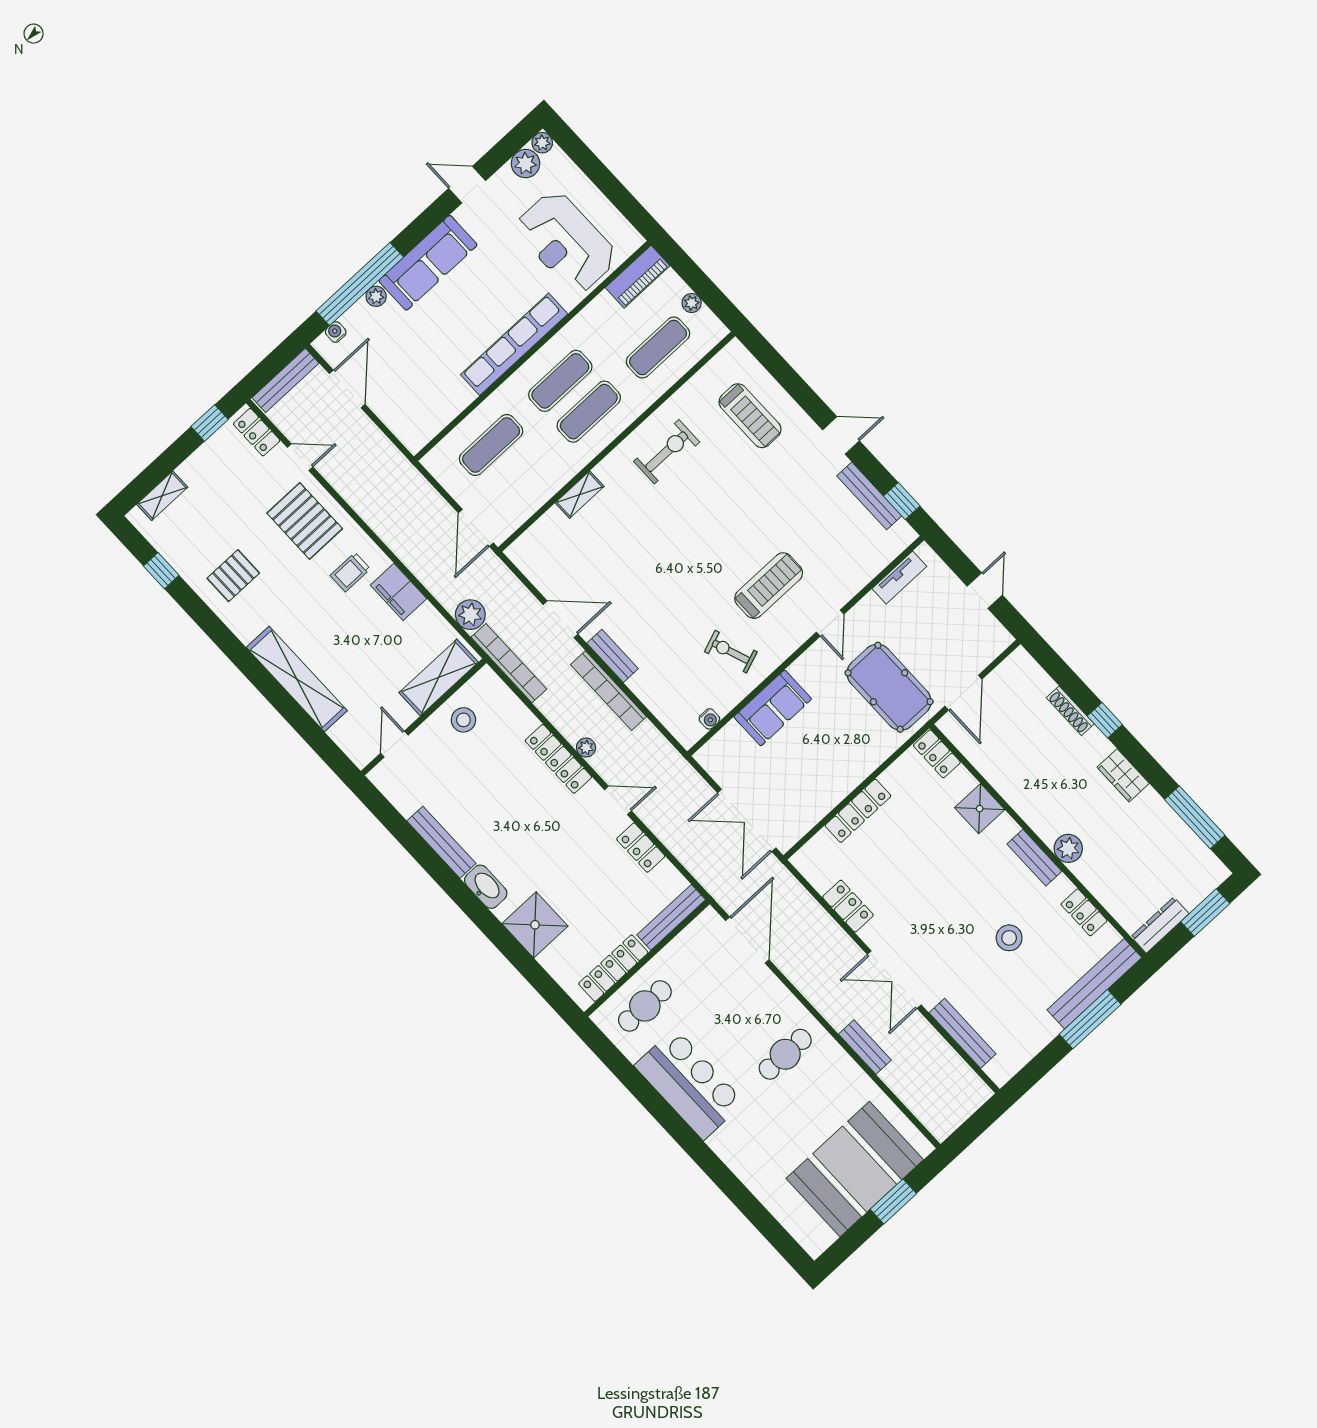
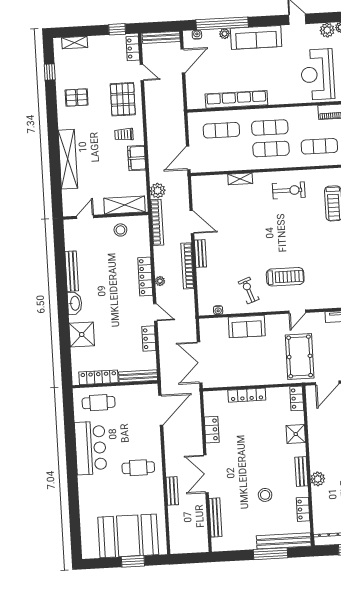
row of seats: (514, 344) -> (236, 99), moved

